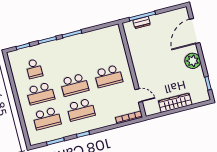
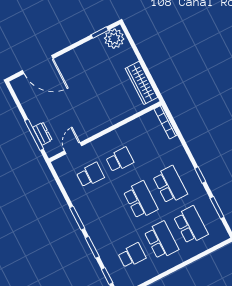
school desk: (102, 51) -> (90, 175), added
plant: (193, 61) -> (114, 39), moved
school desk: (108, 76) -> (120, 160), width x0.54
door: (139, 96) -> (73, 148), moved
wardrobe: (175, 103) -> (141, 83), moved

